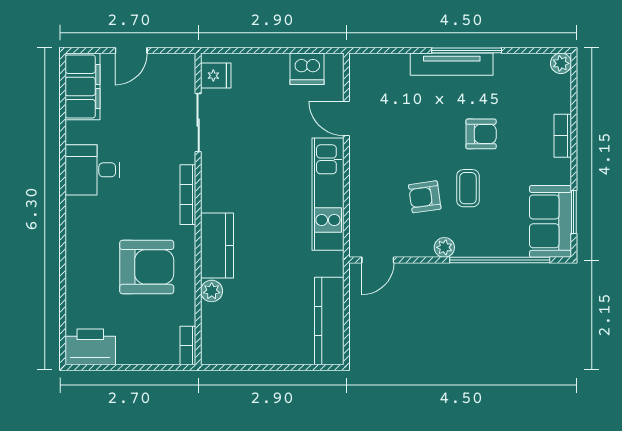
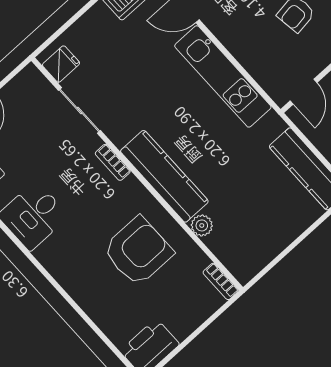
bookcase: (188, 195) -> (113, 162), width x0.64
kitchen counter: (217, 245) -> (164, 176), width x1.50

